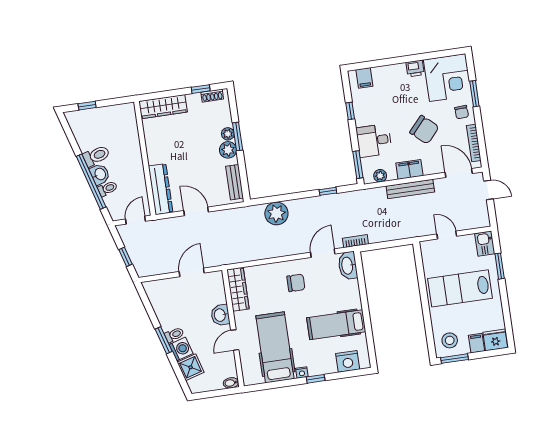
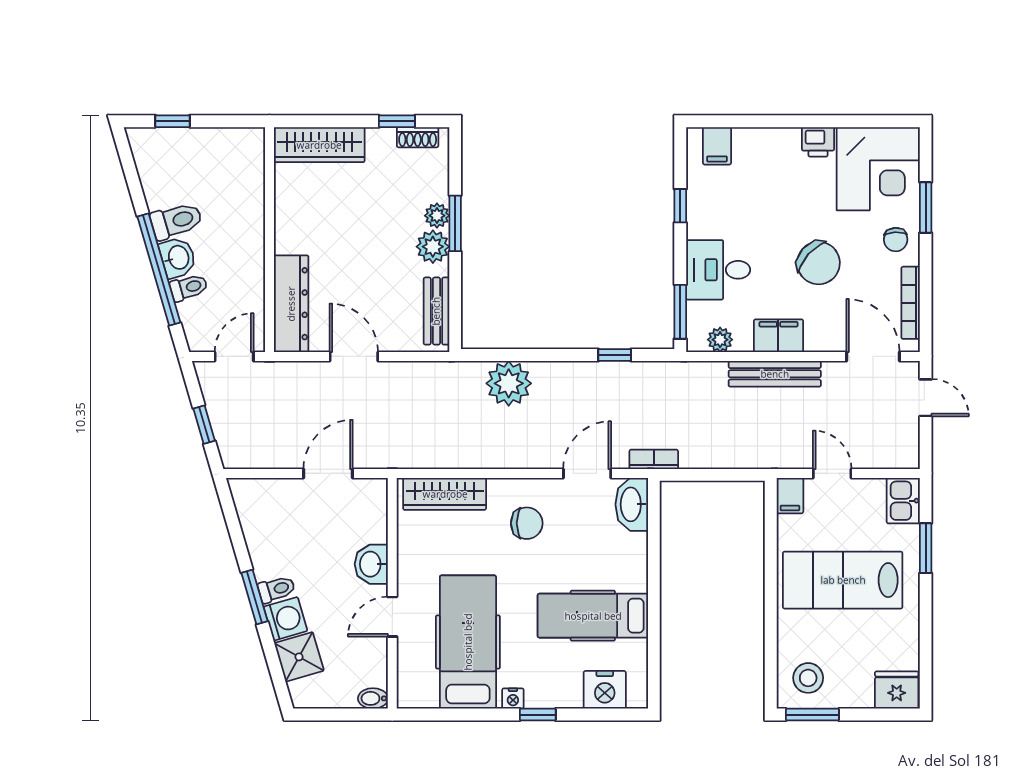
wardrobe: (238, 289) -> (445, 494), moved, turned 90
filing cabinet: (477, 343) -> (790, 496), moved, turned 180

